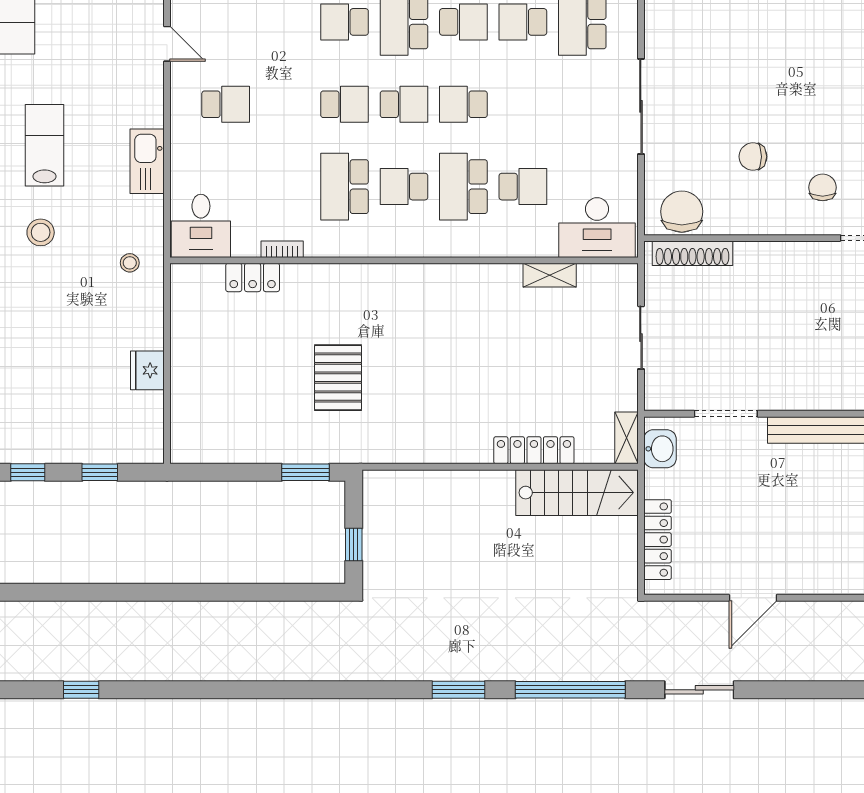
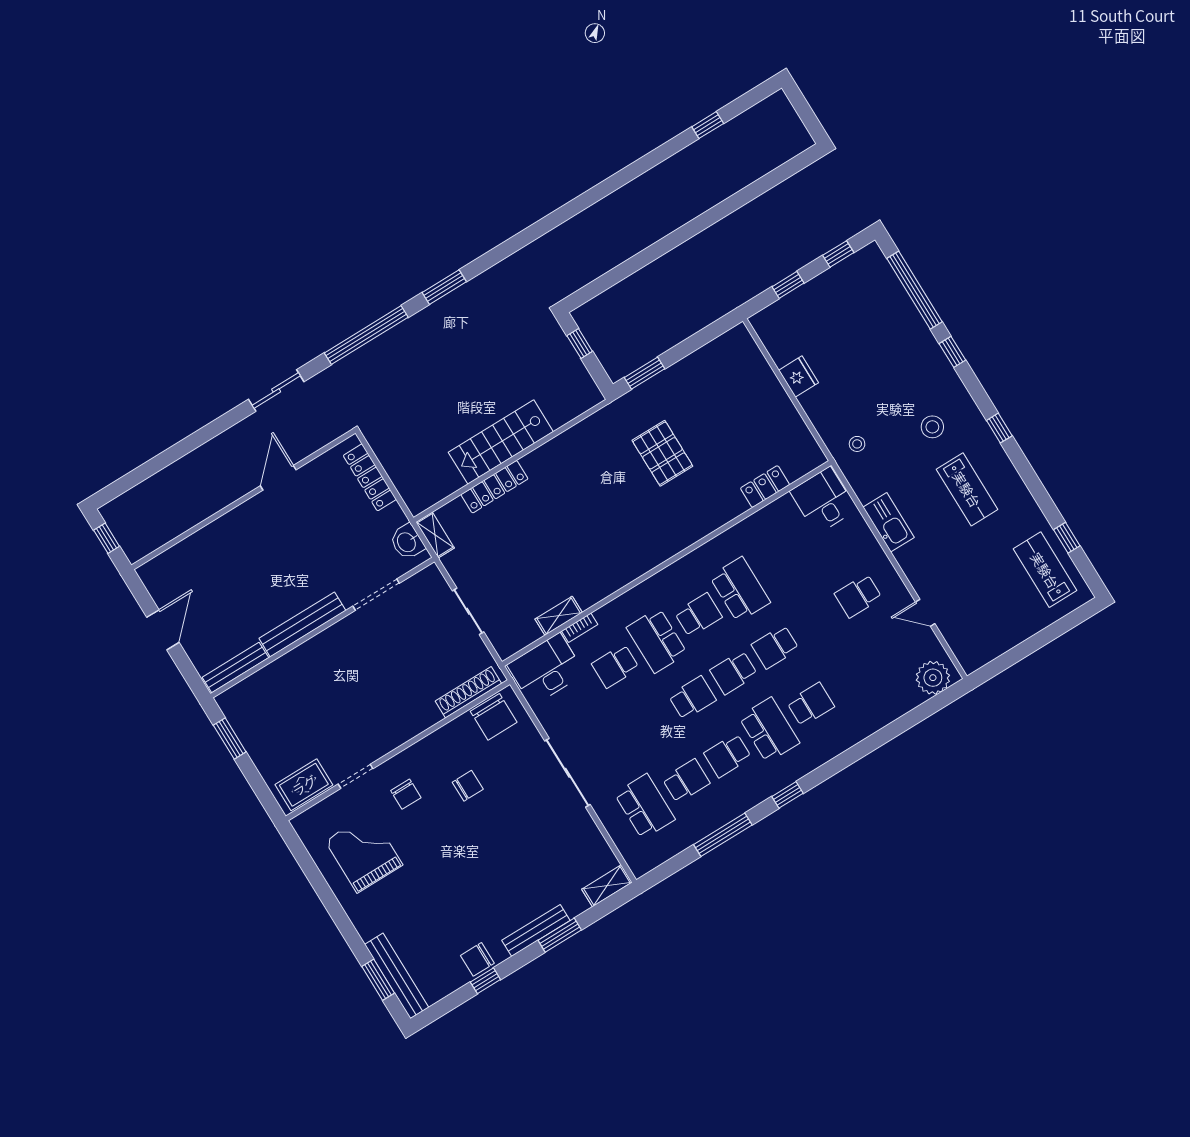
school desk: (463, 187) -> (657, 640), turned 180
bookcase: (282, 249) -> (580, 628), moved
stairs: (577, 493) -> (501, 442), moved

